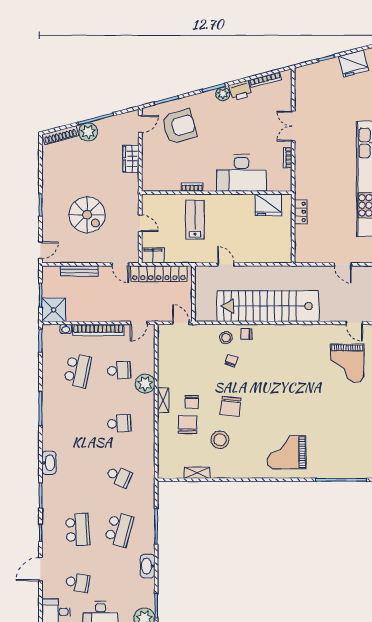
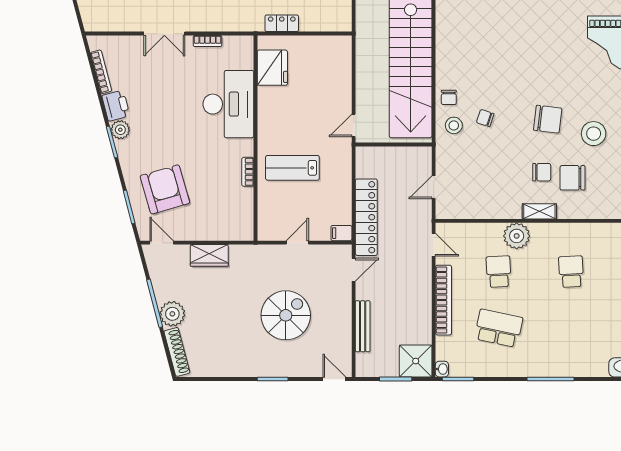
filing cabinet: (153, 255) -> (341, 233), width x0.50
wall: (193, 294) -> (394, 144), moved
washbasin: (66, 329) -> (442, 369), moved

